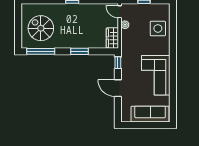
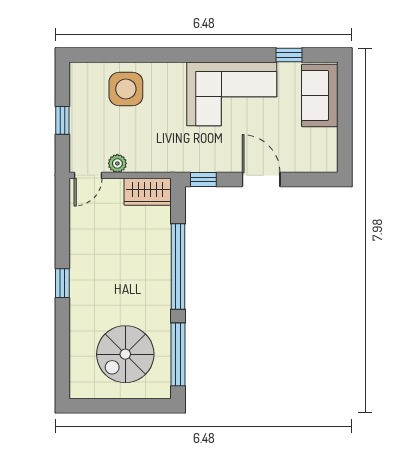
window: (80, 51) -> (178, 266), width x2.11
door: (118, 88) -> (261, 180), swing flipped
window: (173, 100) -> (289, 55), added
sofa: (150, 114) -> (320, 95), width x0.73

